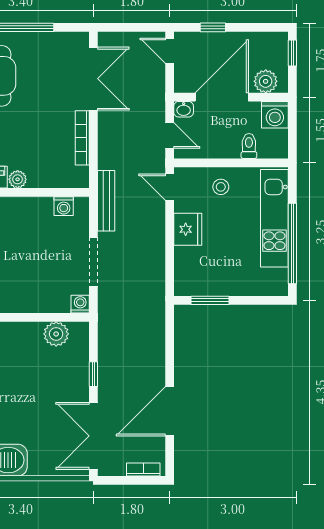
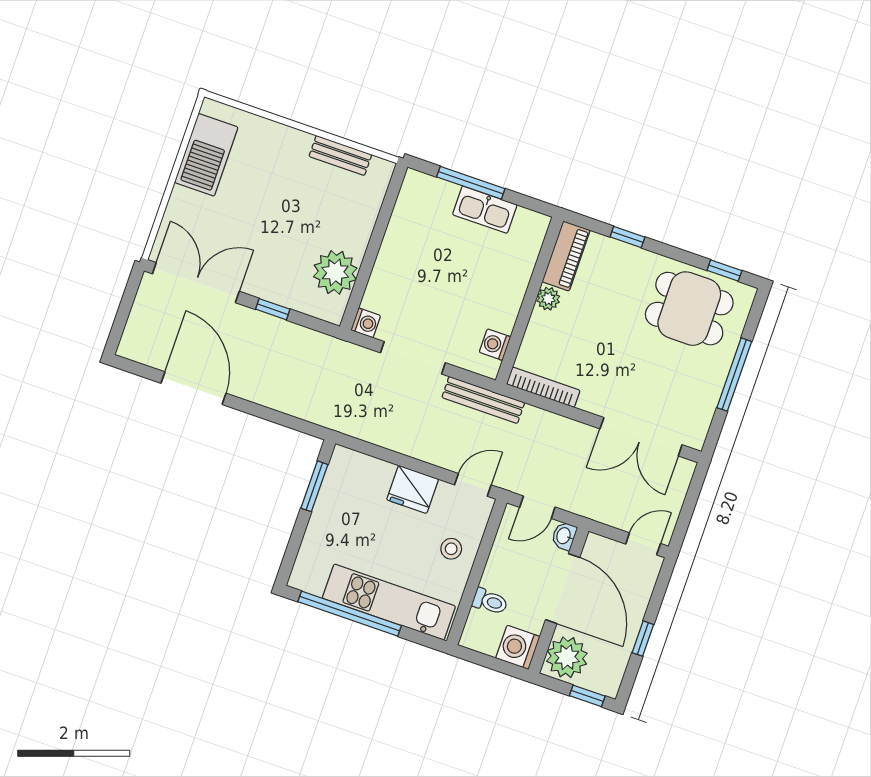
window: (213, 27) -> (643, 639), moved
plant: (266, 81) -> (567, 657), width x1.36, depth x1.36
bookcase: (82, 138) -> (543, 387), moved
plant: (56, 334) -> (335, 272), width x1.36, depth x1.36
bookcase: (143, 469) -> (132, 330), removed

